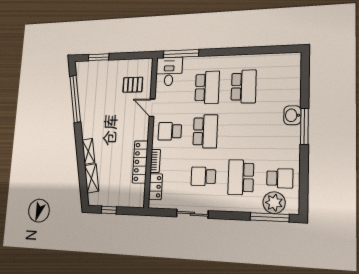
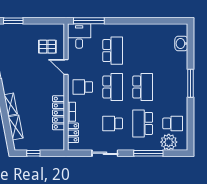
school desk: (244, 87) -> (143, 87), moved
washbasin: (292, 115) -> (181, 44), moved
window: (270, 217) -> (148, 153), moved

